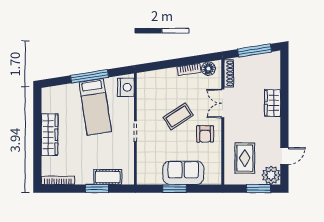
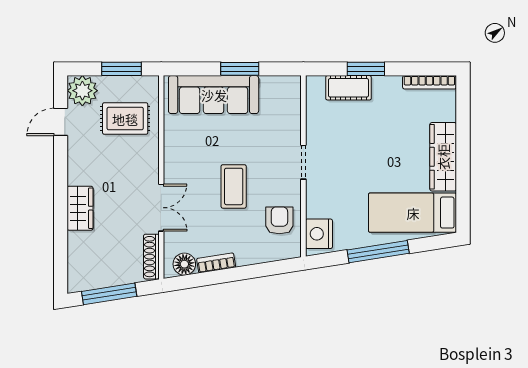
bed: (95, 107) -> (413, 213), moved, turned -81
coffee table: (178, 116) -> (234, 186), turned -57
armchair: (205, 134) -> (279, 220), moved
rug: (245, 158) -> (125, 119), turned 90
sofa: (183, 173) -> (214, 95), width x1.36
window: (259, 189) -> (122, 69), moved

